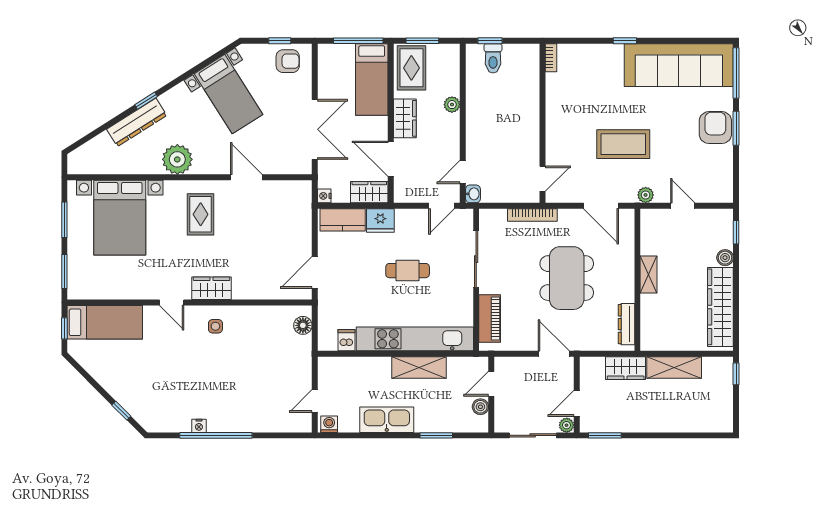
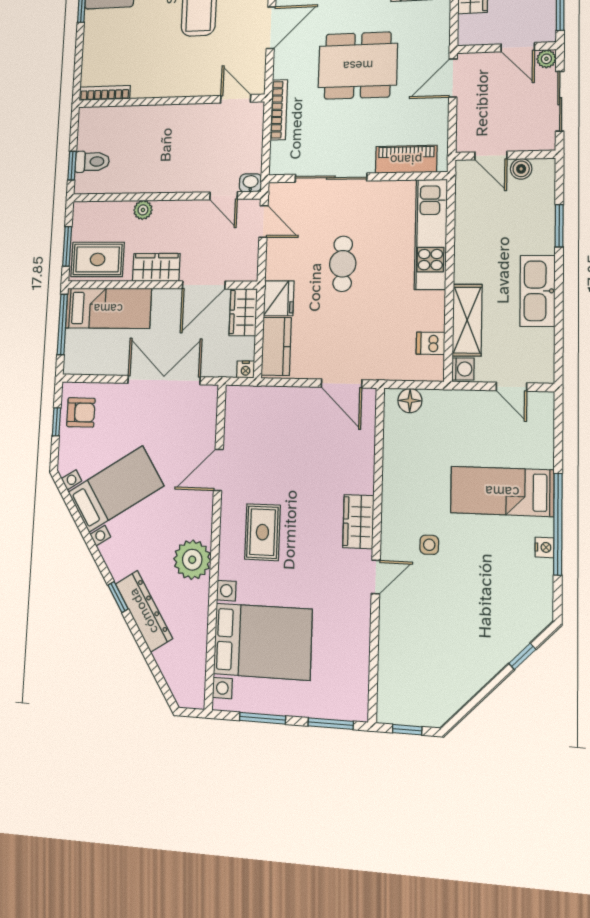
bookcase: (551, 58) -> (105, 93), width x1.56
armchair: (288, 61) -> (81, 412), turned 90
rug: (201, 214) -> (262, 532), turned 90
bed: (105, 322) -> (502, 491), moved, turned -90
side table: (215, 326) -> (429, 545), moved
kitchen unit: (415, 339) -> (431, 234), width x0.73
shelving: (419, 367) -> (467, 320), moved
washing machine: (329, 424) -> (463, 369), moved, turned 180

